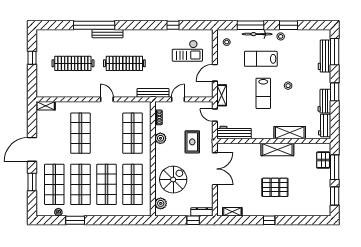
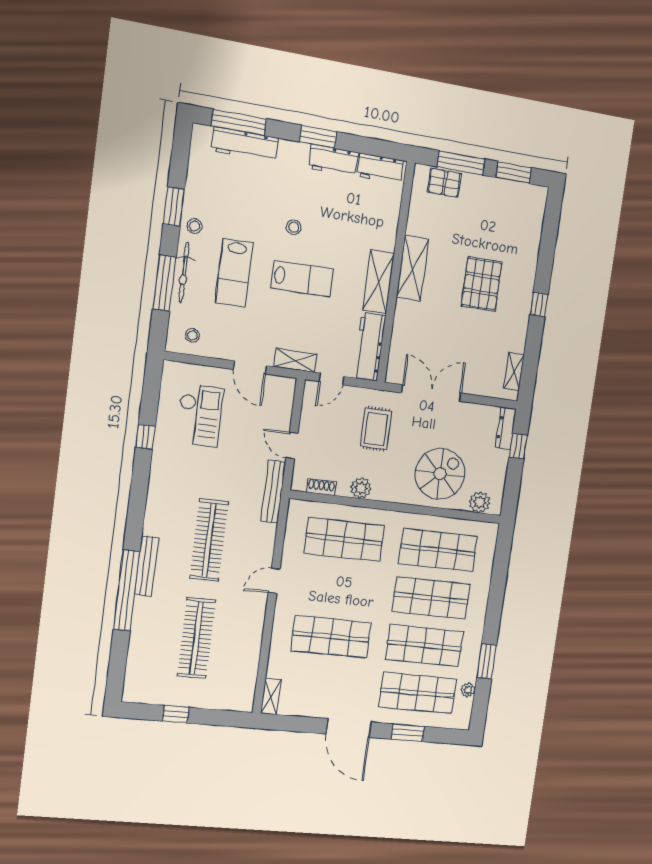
shelving: (290, 133) -> (378, 282), moved
rug: (192, 142) -> (376, 429), turned 90
spiral stairs: (173, 180) -> (440, 474), turned 90

